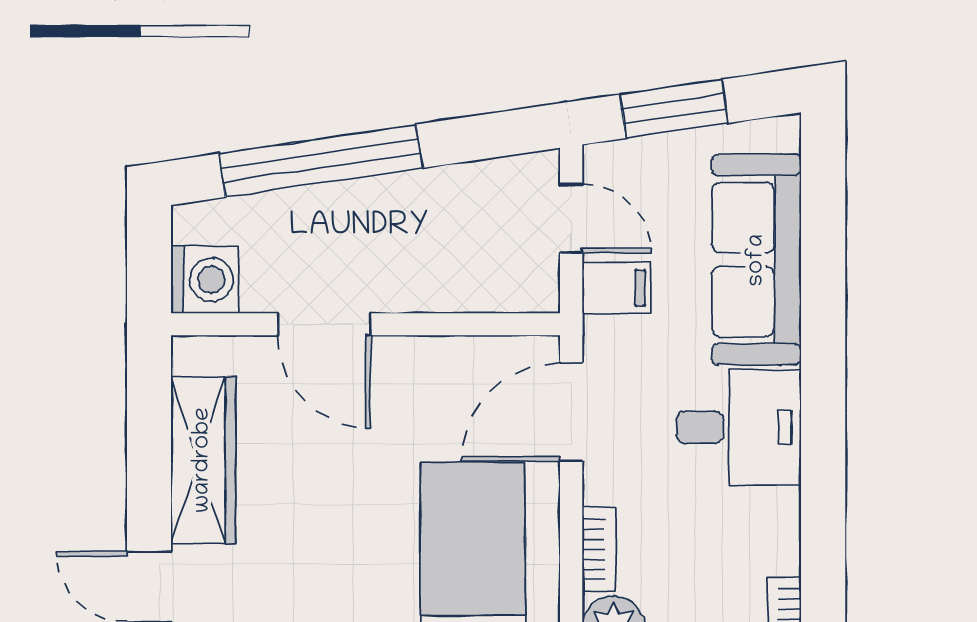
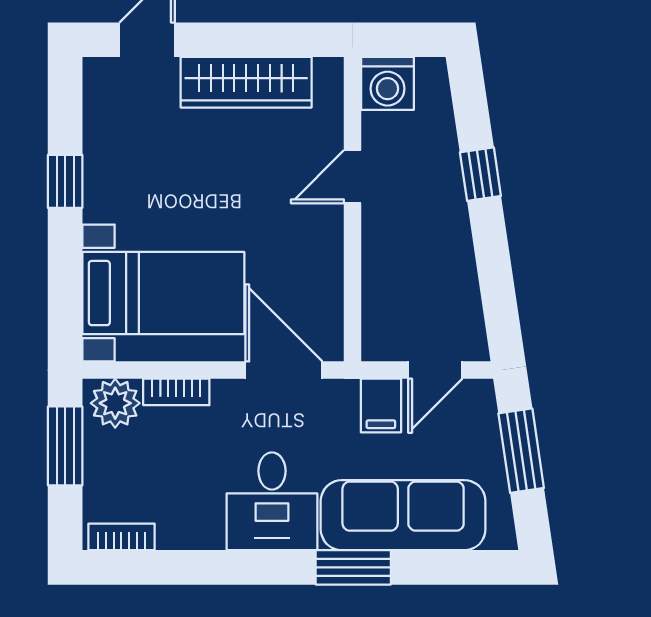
window: (321, 161) -> (480, 174), width x0.32
window: (823, 323) -> (353, 567), added
door: (324, 324) -> (353, 177), width x0.73

